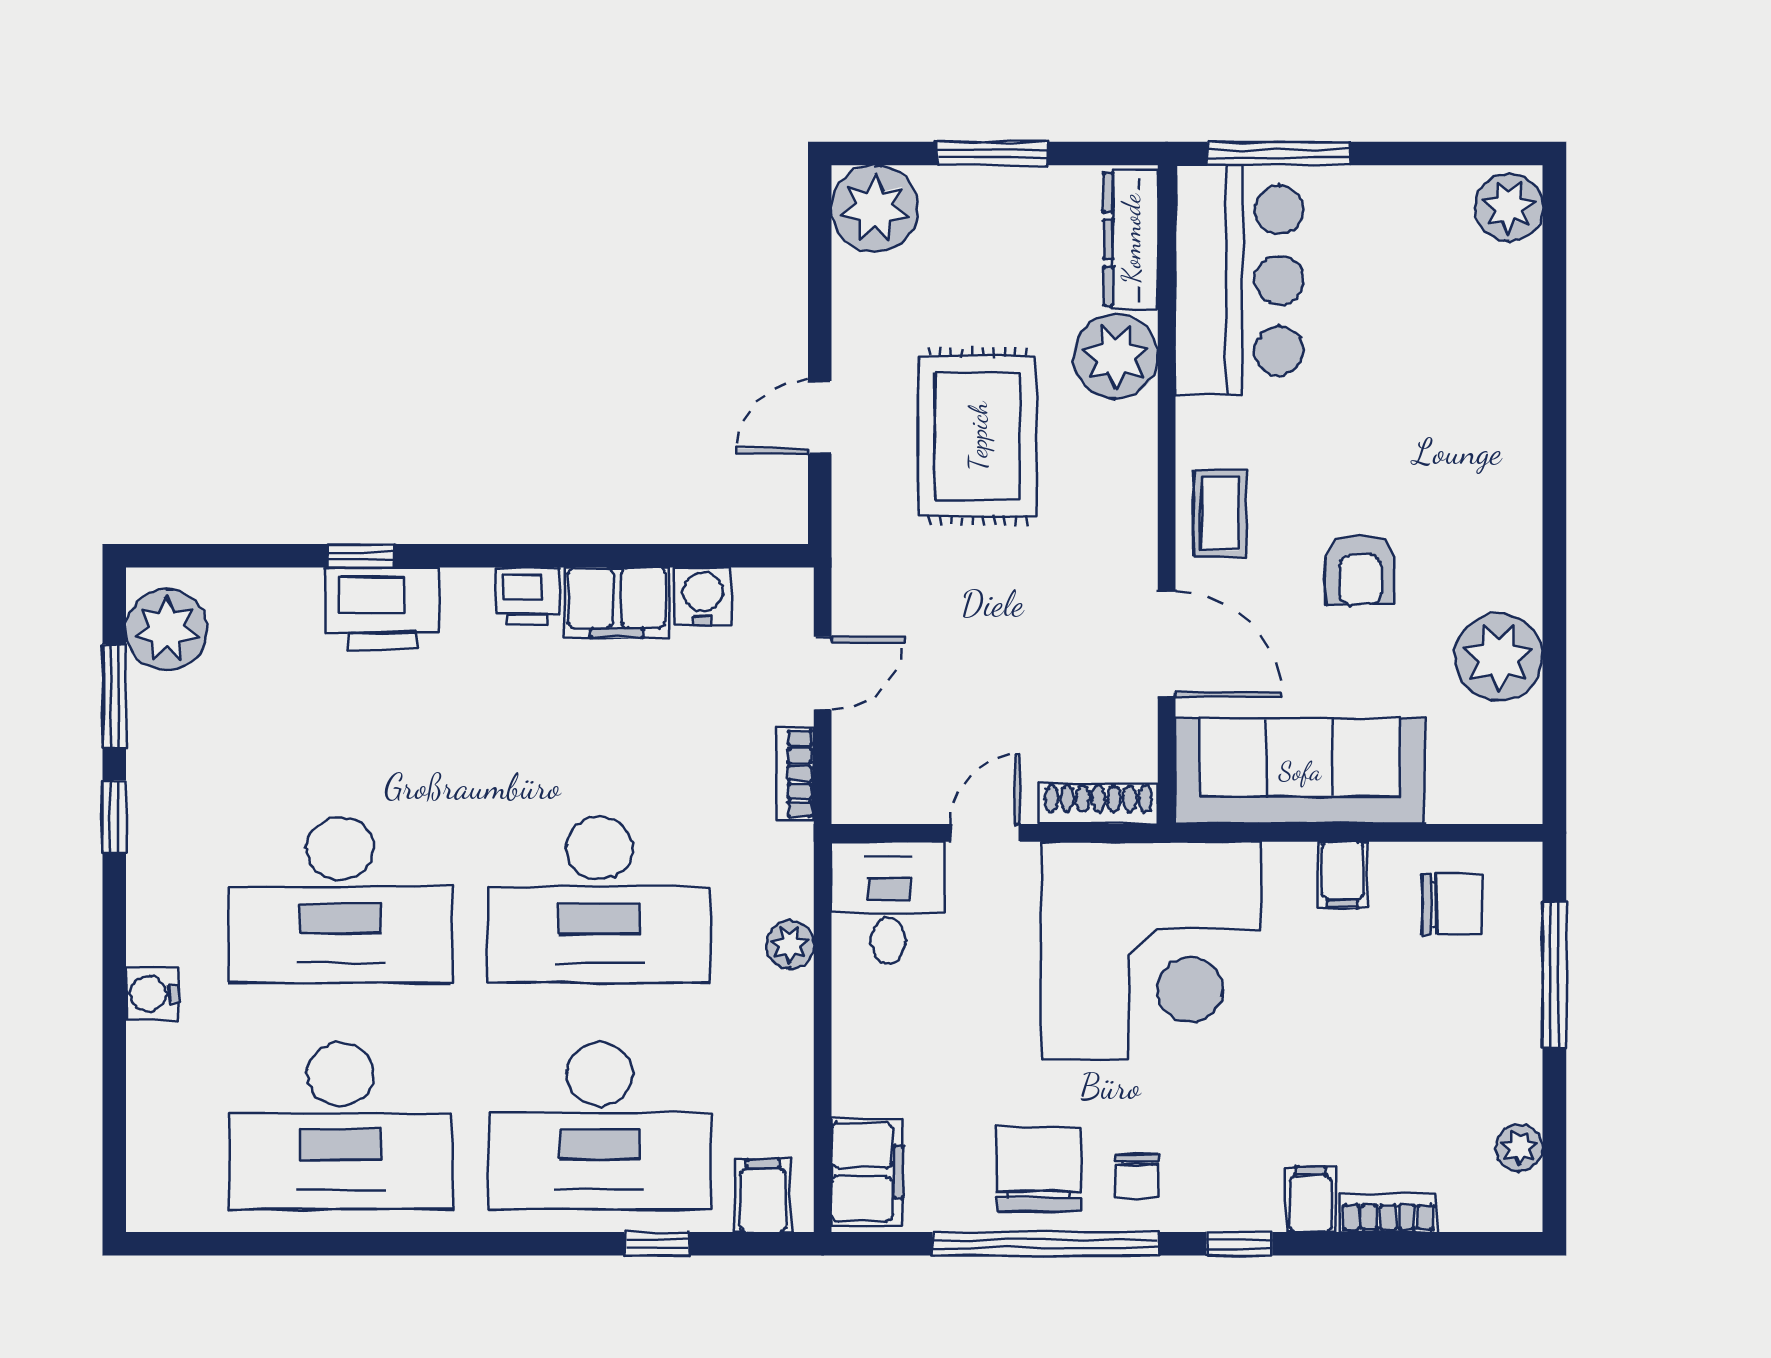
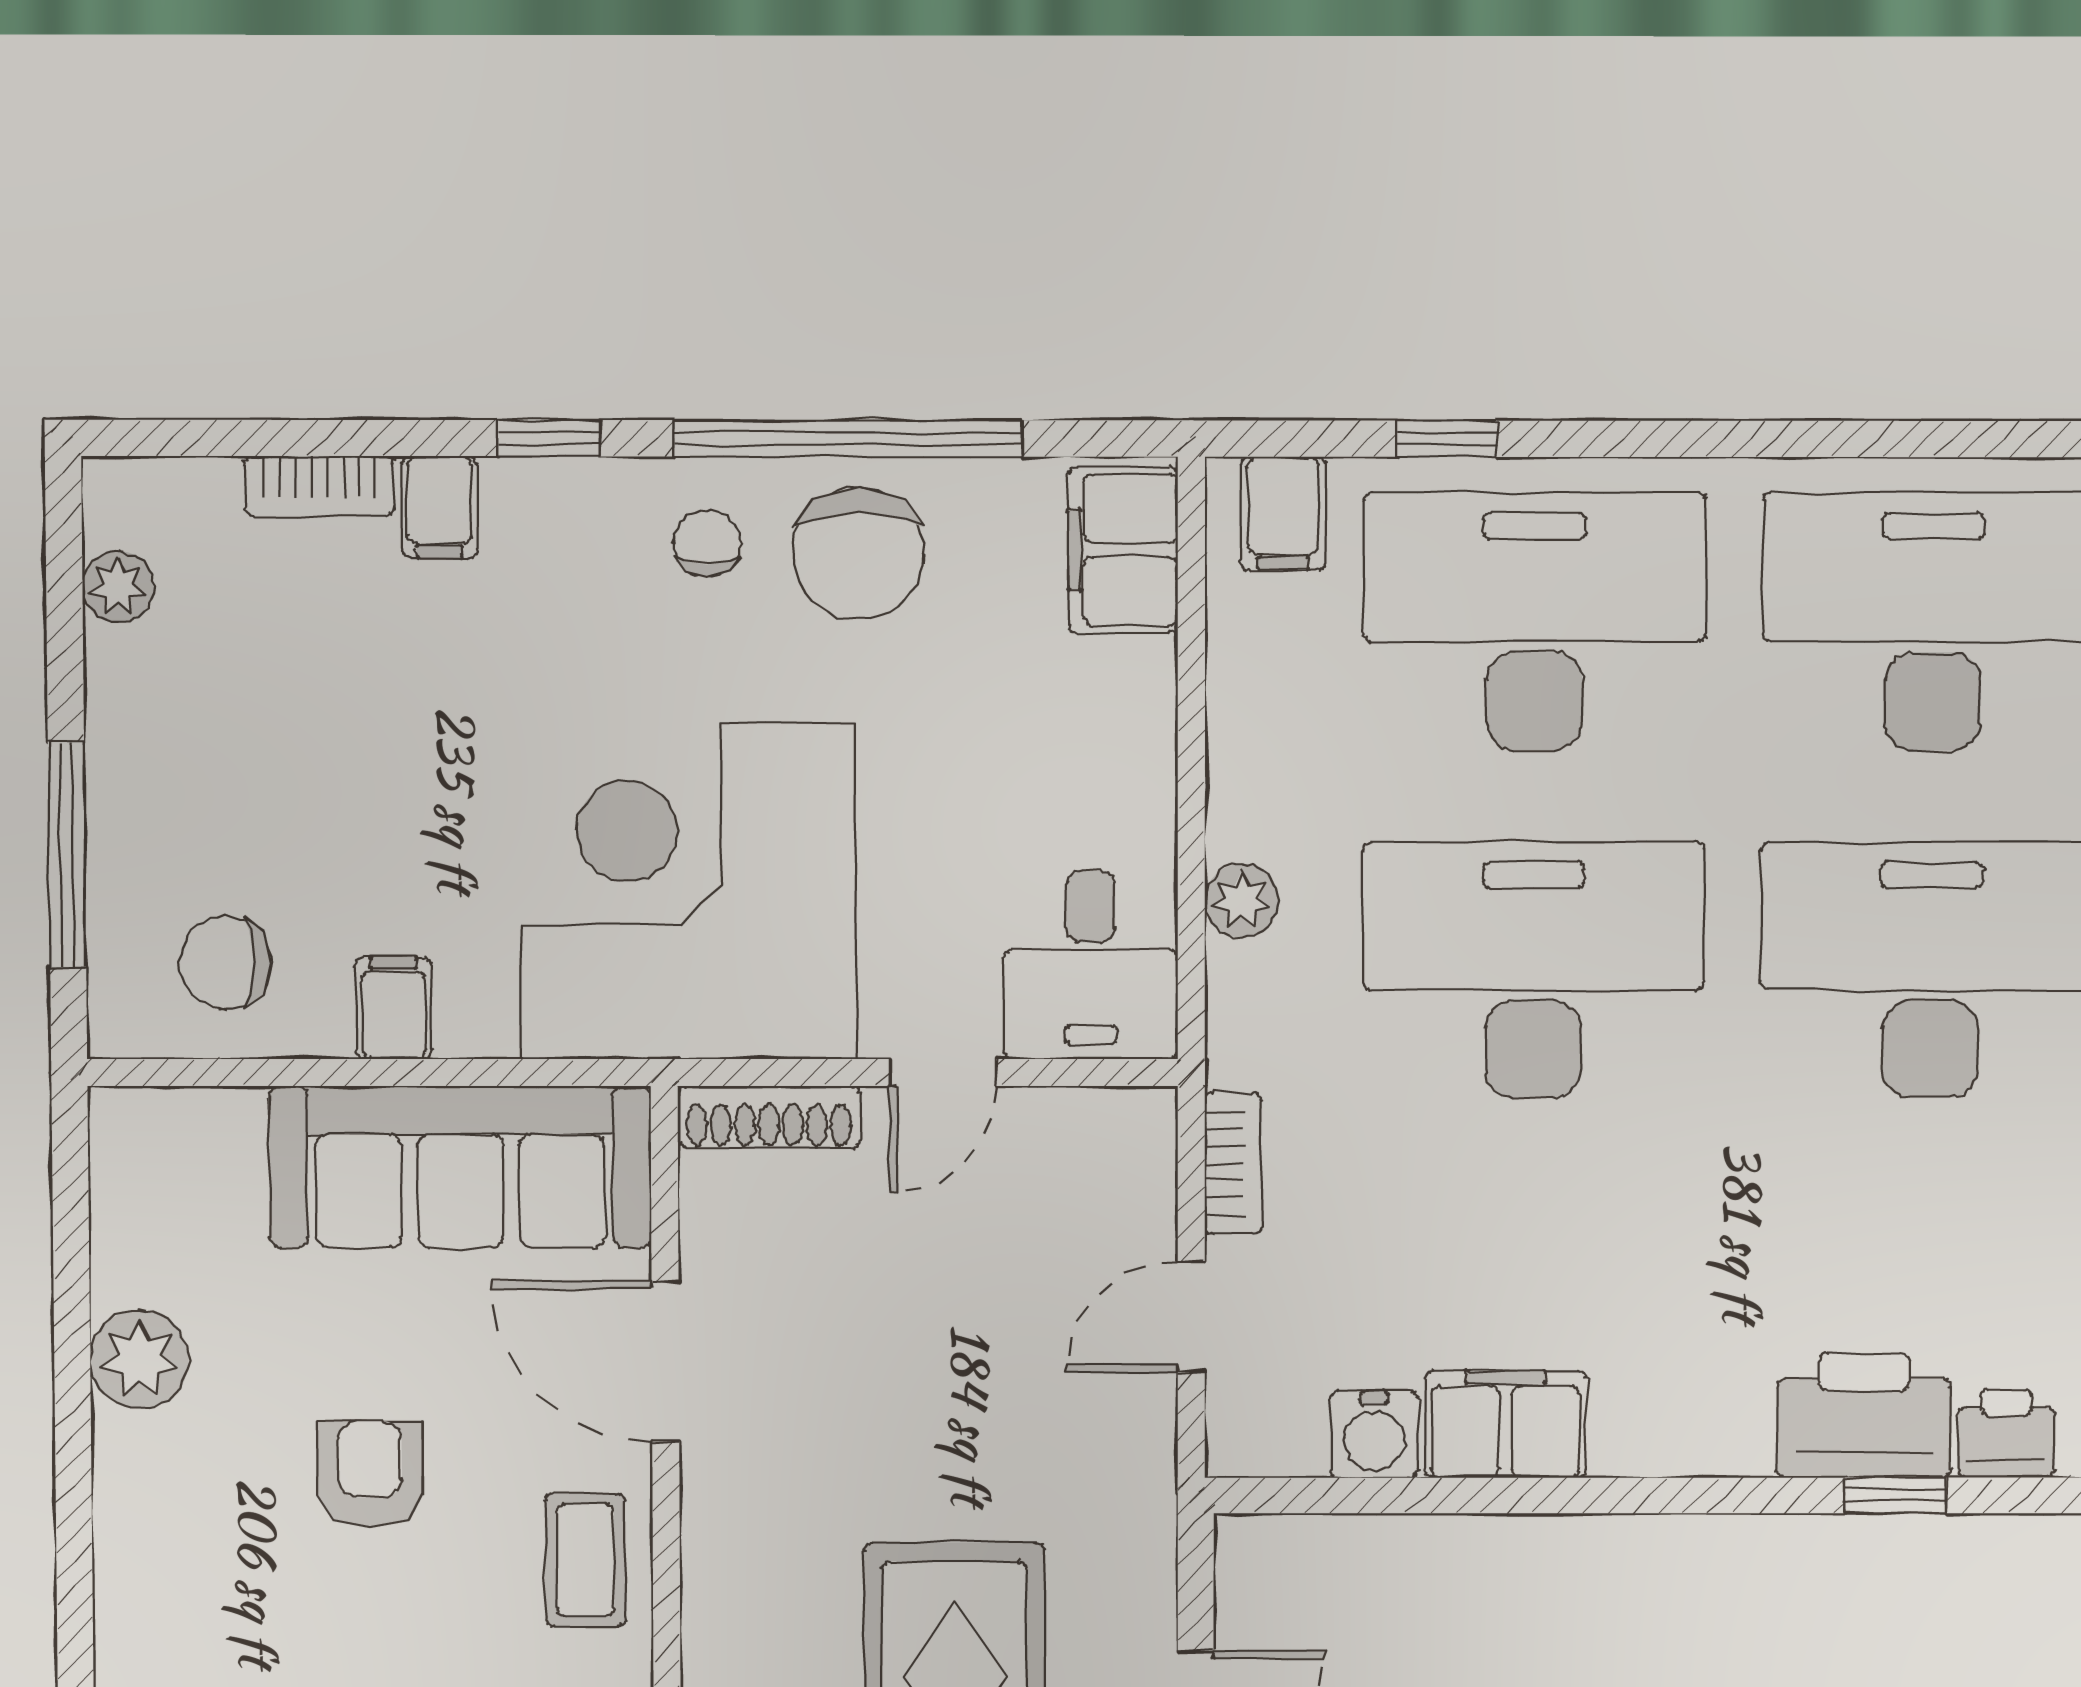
printer: (528, 597) -> (2006, 1434), moved
plant: (1499, 657) -> (139, 1360), width x0.73, depth x0.73

